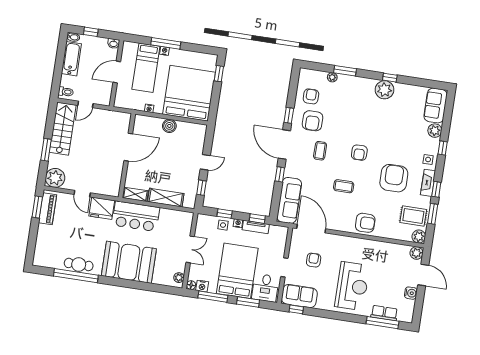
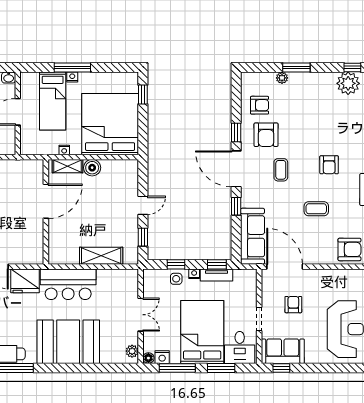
armchair: (311, 96) -> (260, 105), turned 90
shelving: (135, 194) -> (67, 166), moved

